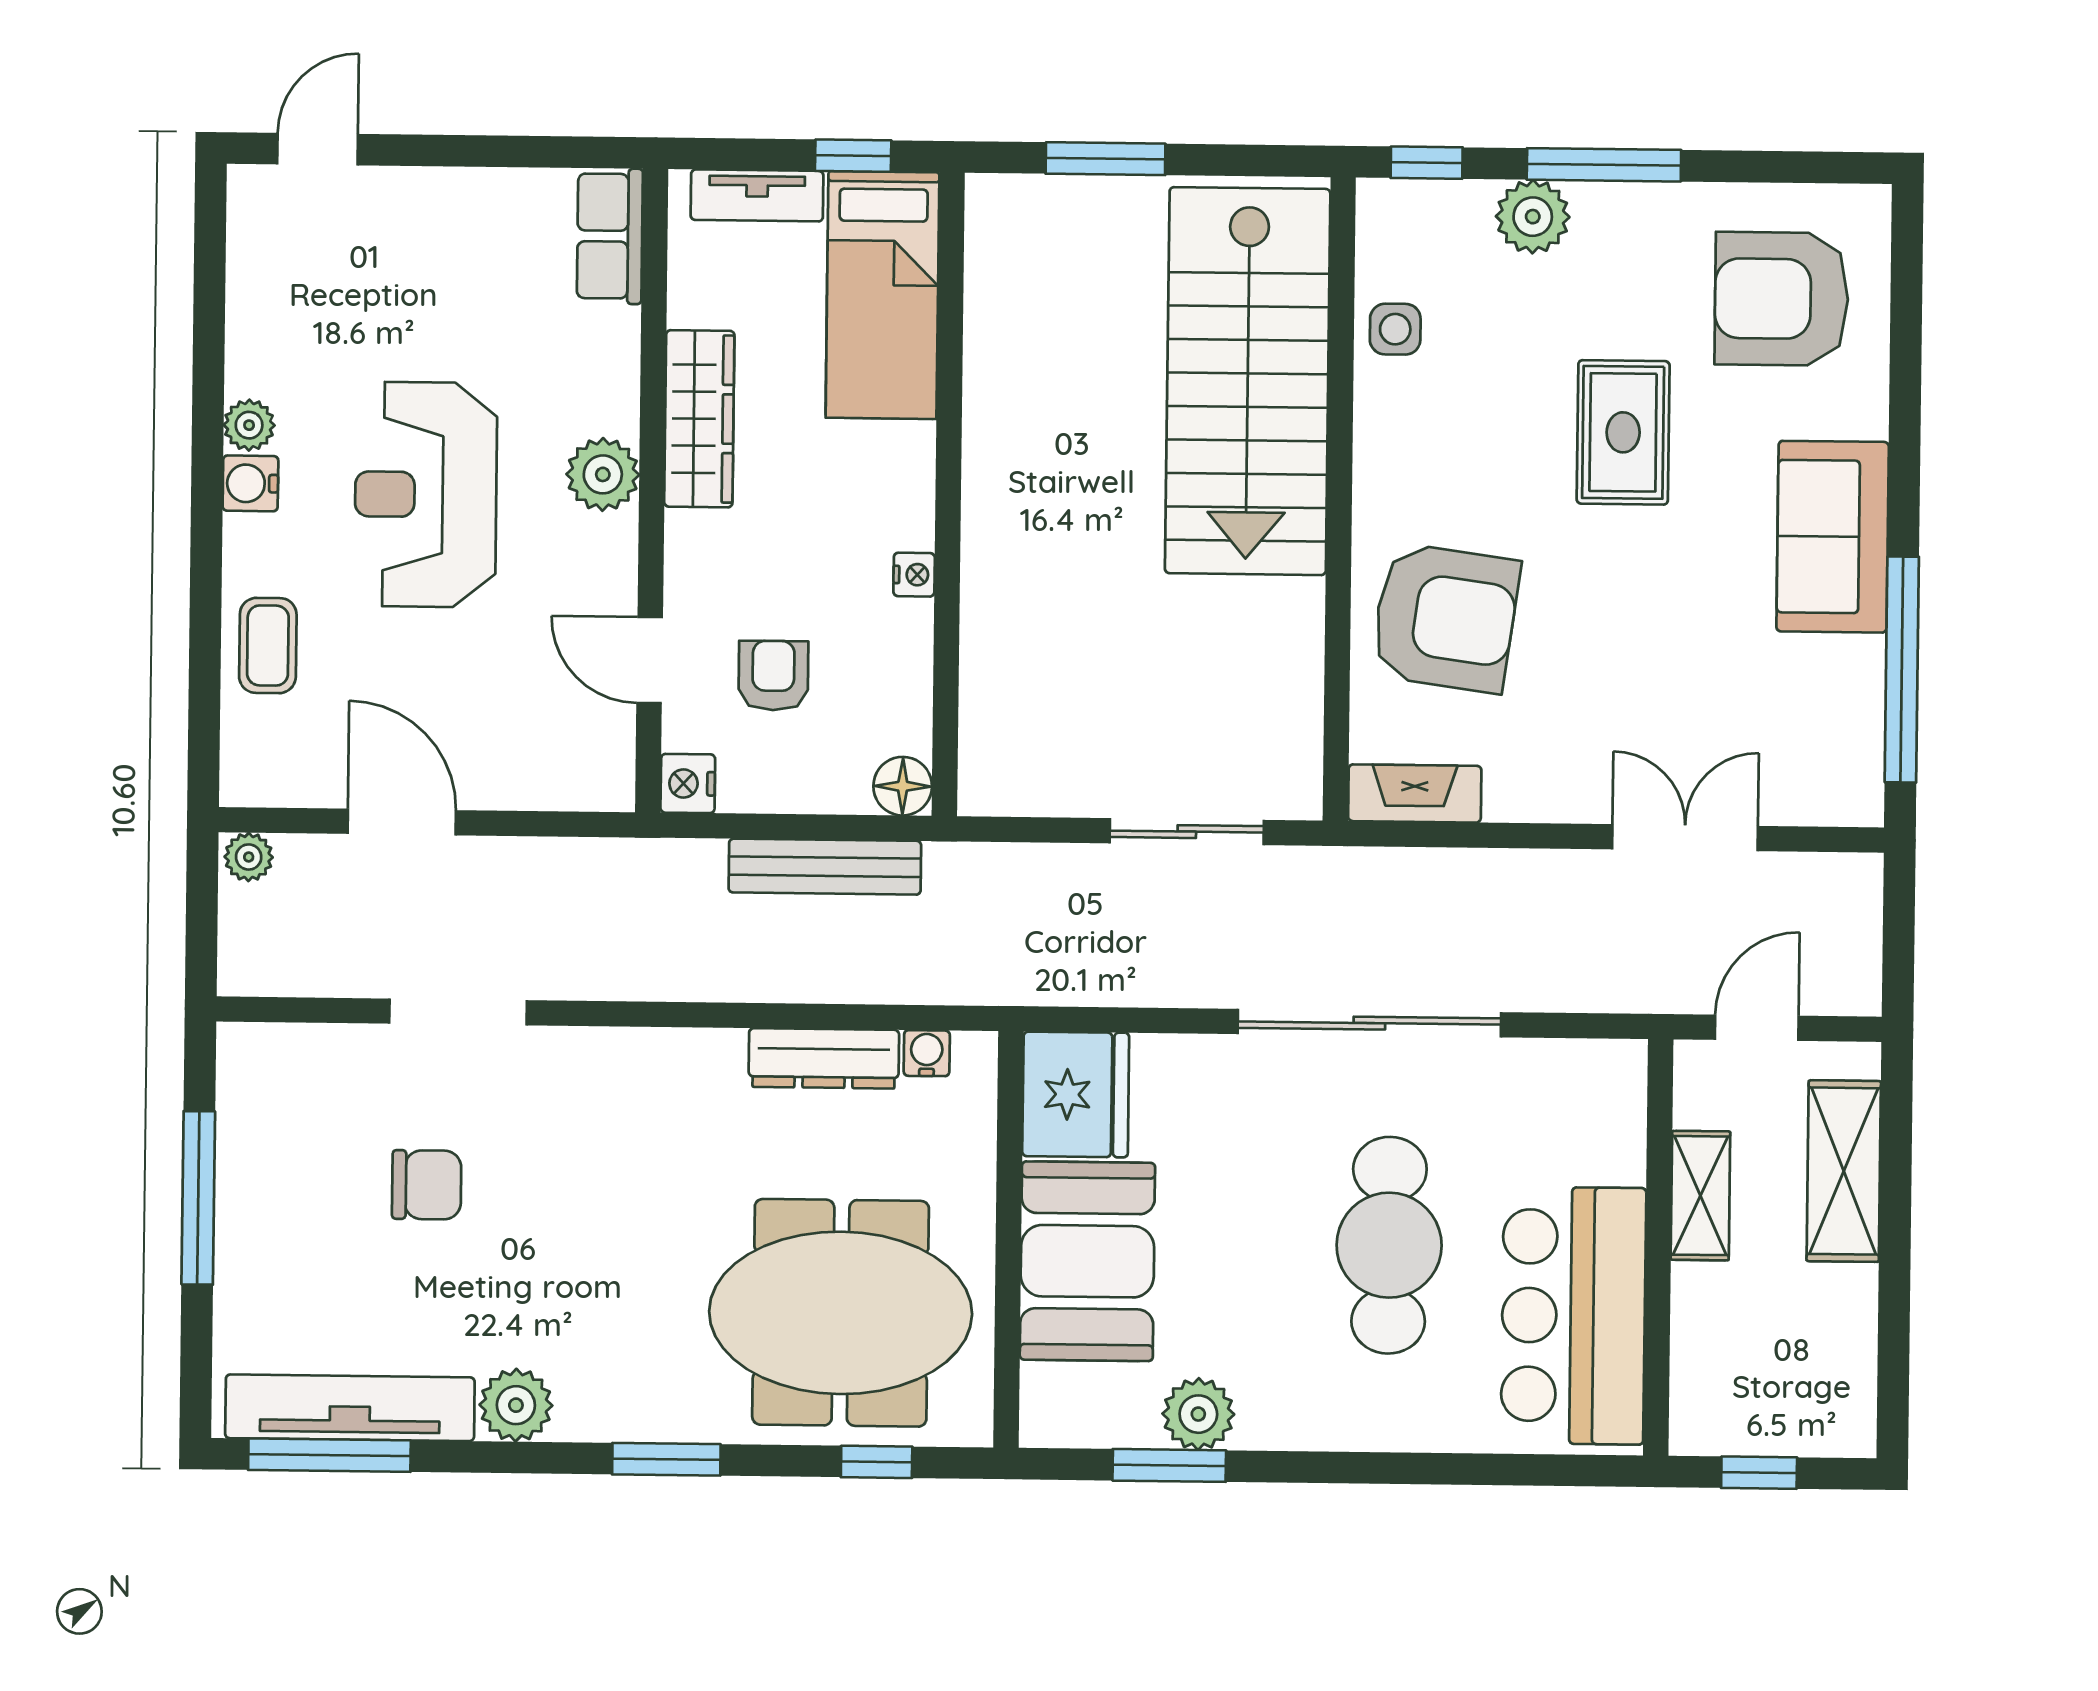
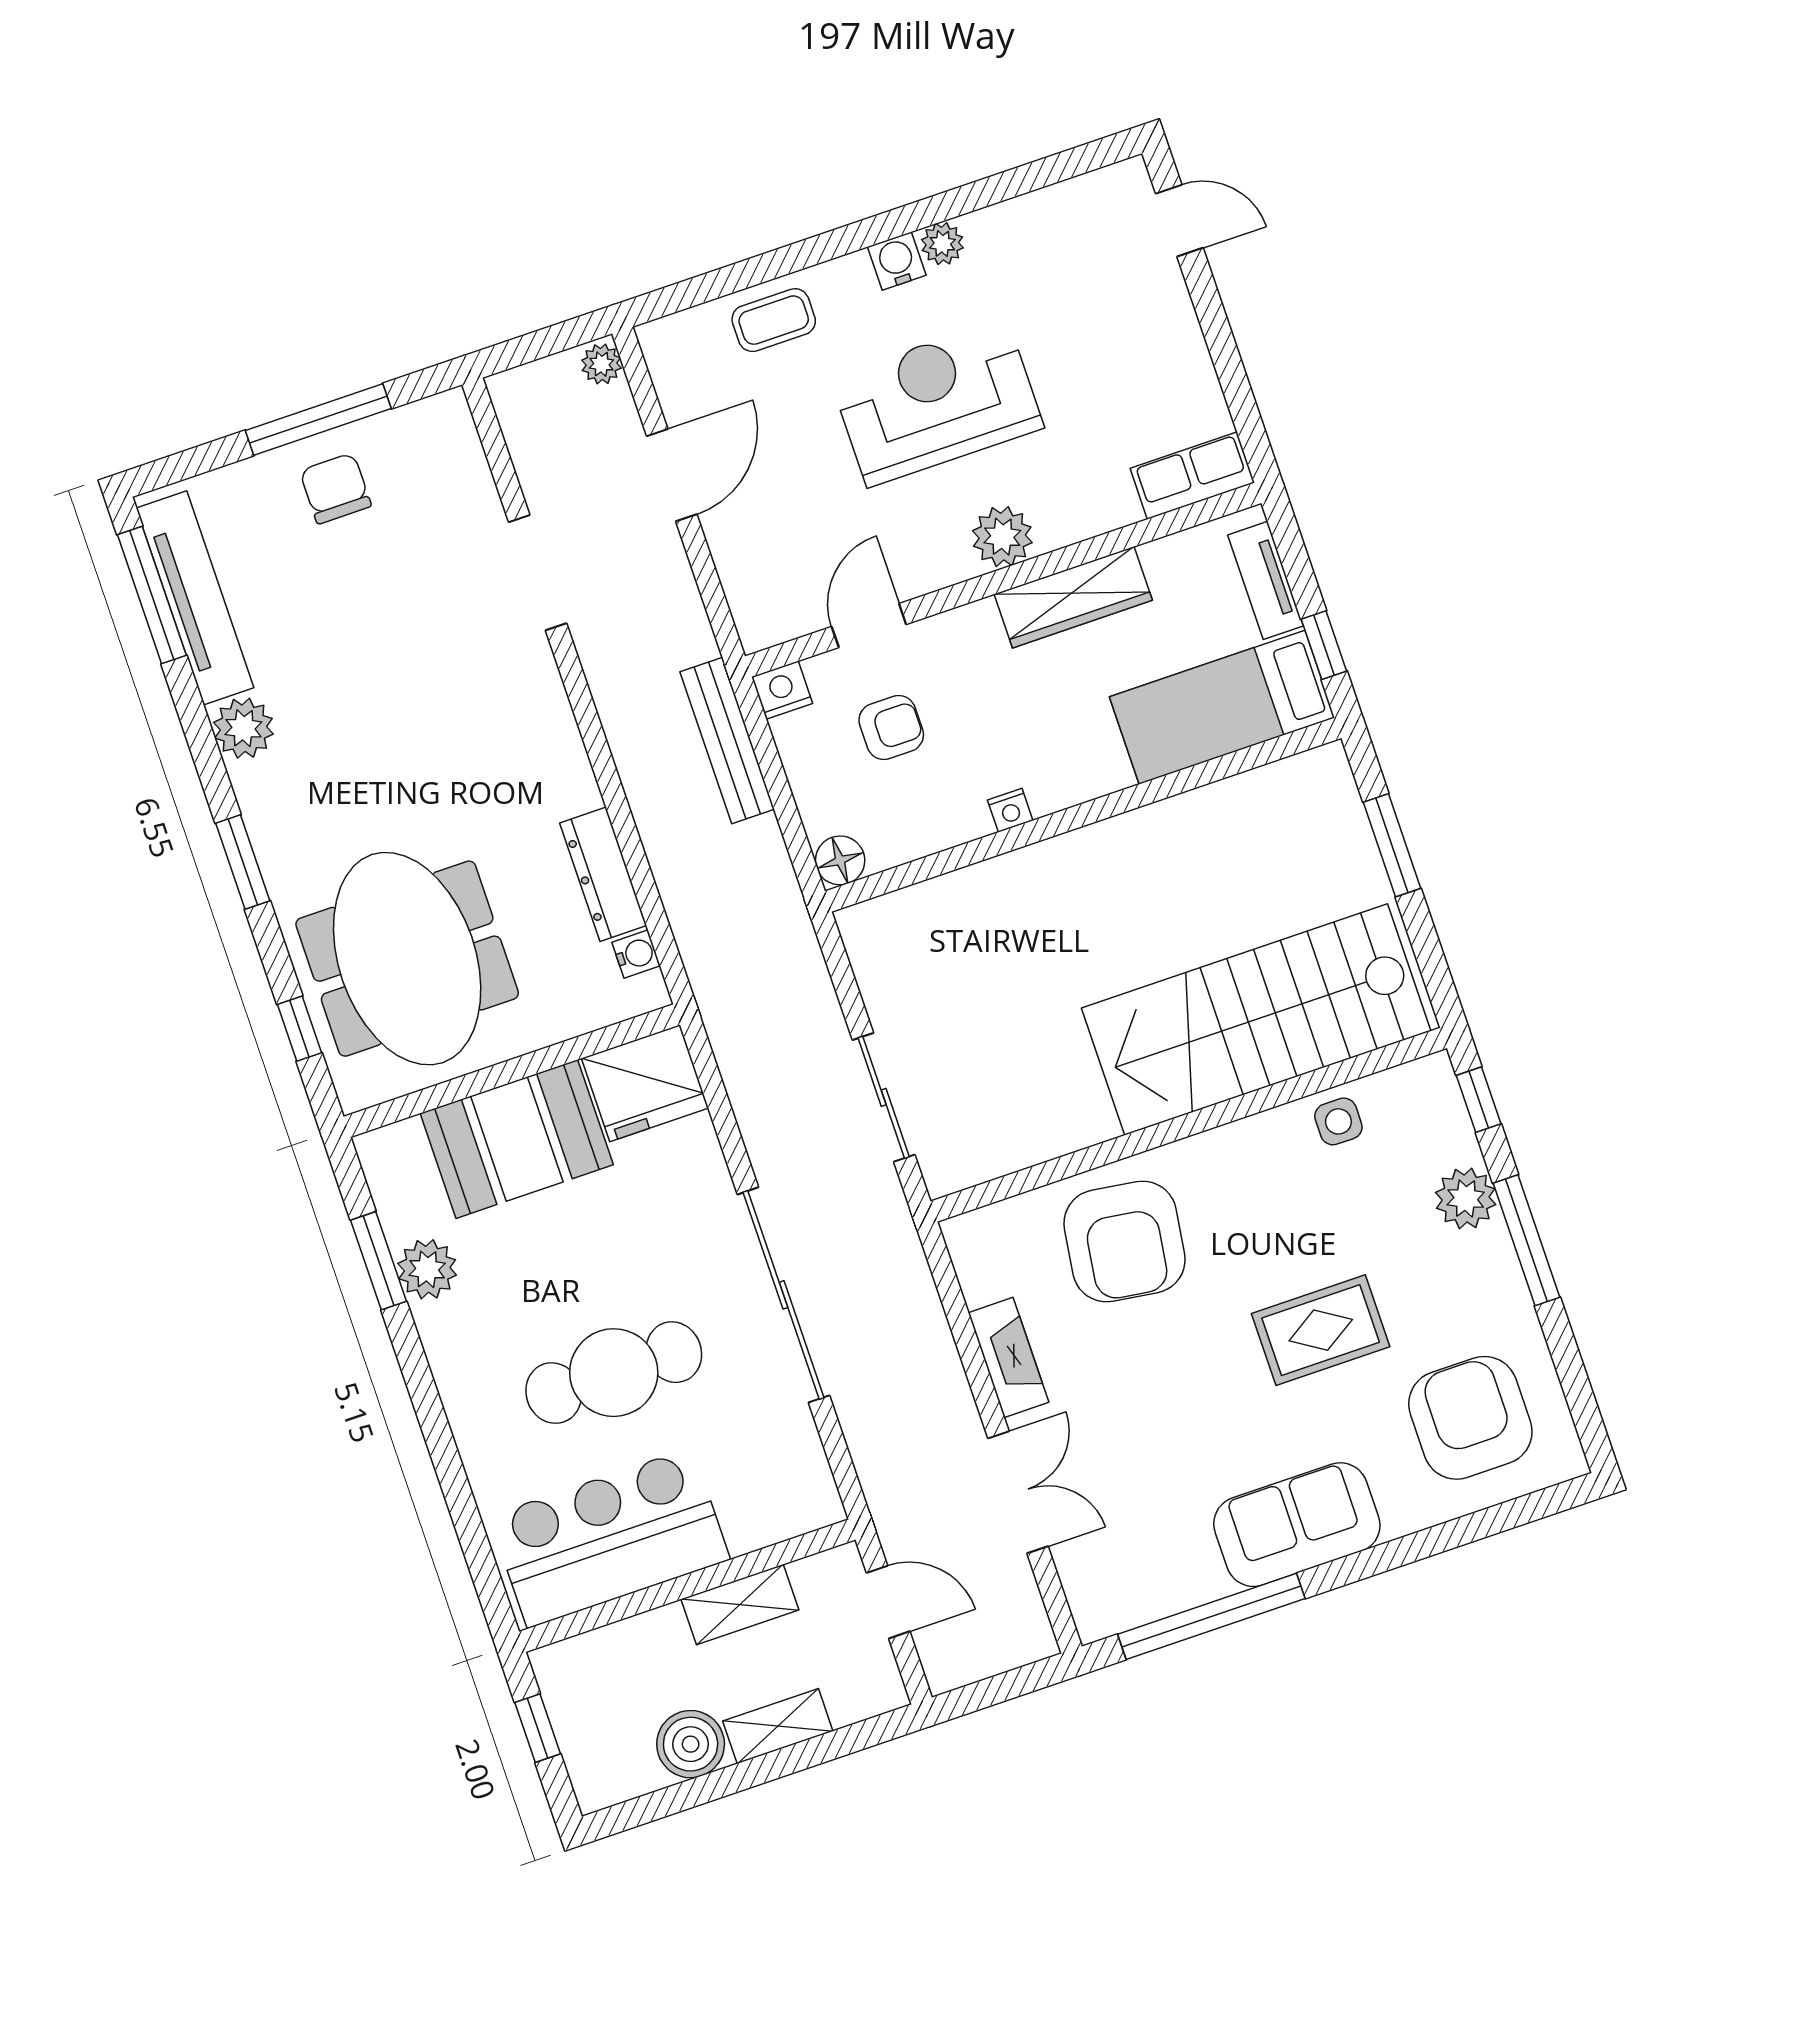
fireplace: (1415, 793) -> (1008, 1357), moved
bench: (825, 867) -> (727, 740), moved
shelving: (1844, 1171) -> (778, 1726), width x0.67, depth x0.75
chair: (427, 1185) -> (335, 488), moved, turned 180
boiler: (1838, 1307) -> (691, 1744), added

